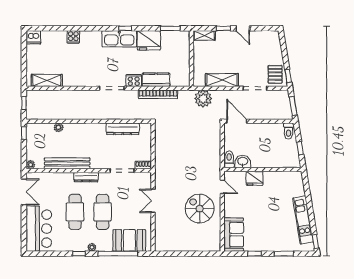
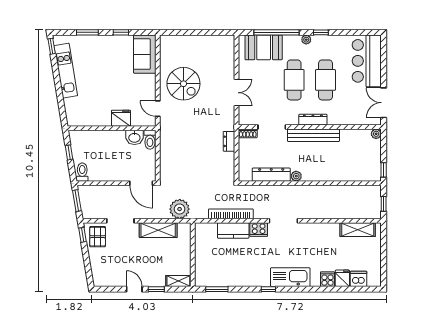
dishwasher: (33, 37) -> (359, 279), moved
kitchen sink: (119, 39) -> (290, 277), moved
fridge: (149, 40) -> (342, 278), moved, width x0.53, depth x0.75
plant: (59, 127) -> (296, 176), moved
dresser: (160, 158) -> (229, 141), added
bench: (67, 163) -> (313, 135), moved

